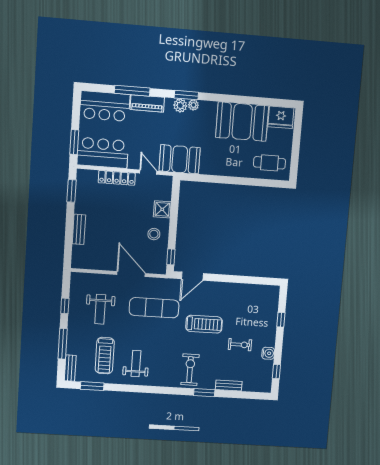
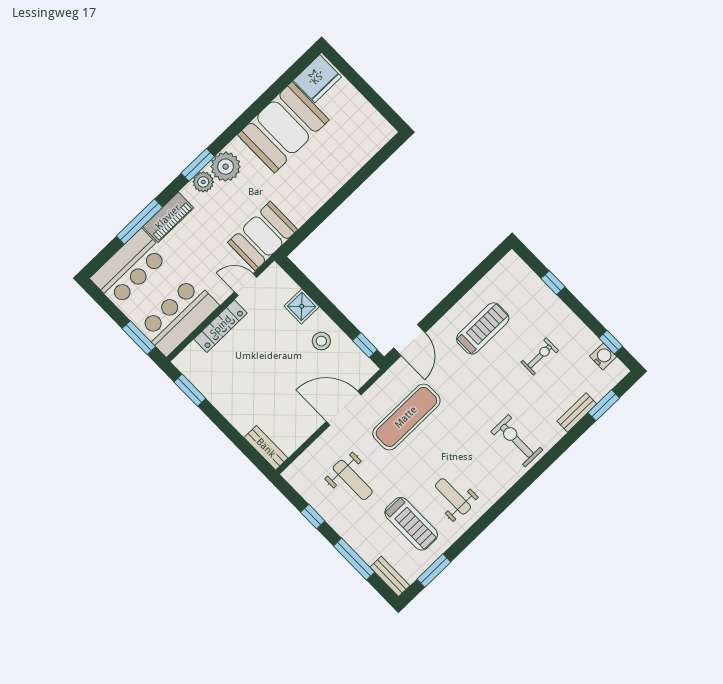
plant: (193, 105) -> (226, 167), width x1.87, depth x1.87
cafe table: (269, 163) -> (358, 137), removed
bench: (79, 229) -> (266, 448), moved
treadmill: (204, 324) -> (483, 328), moved
water cooler: (268, 353) -> (603, 356), moved
window: (204, 393) -> (604, 405), moved

